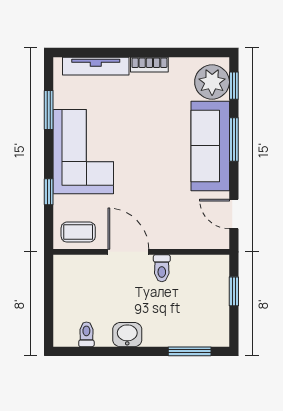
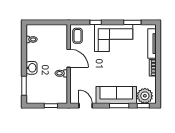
door: (234, 214) -> (86, 106), hinge flipped
door: (128, 252) -> (69, 58), hinge flipped
washbasin: (127, 335) -> (31, 68), moved

